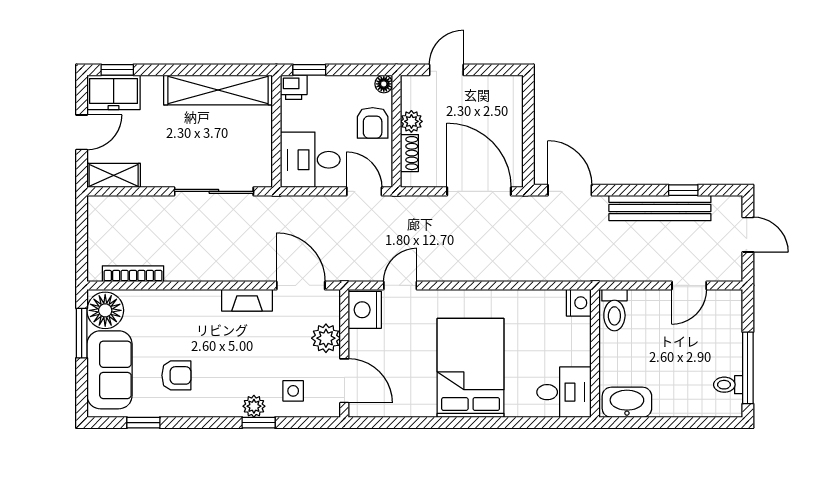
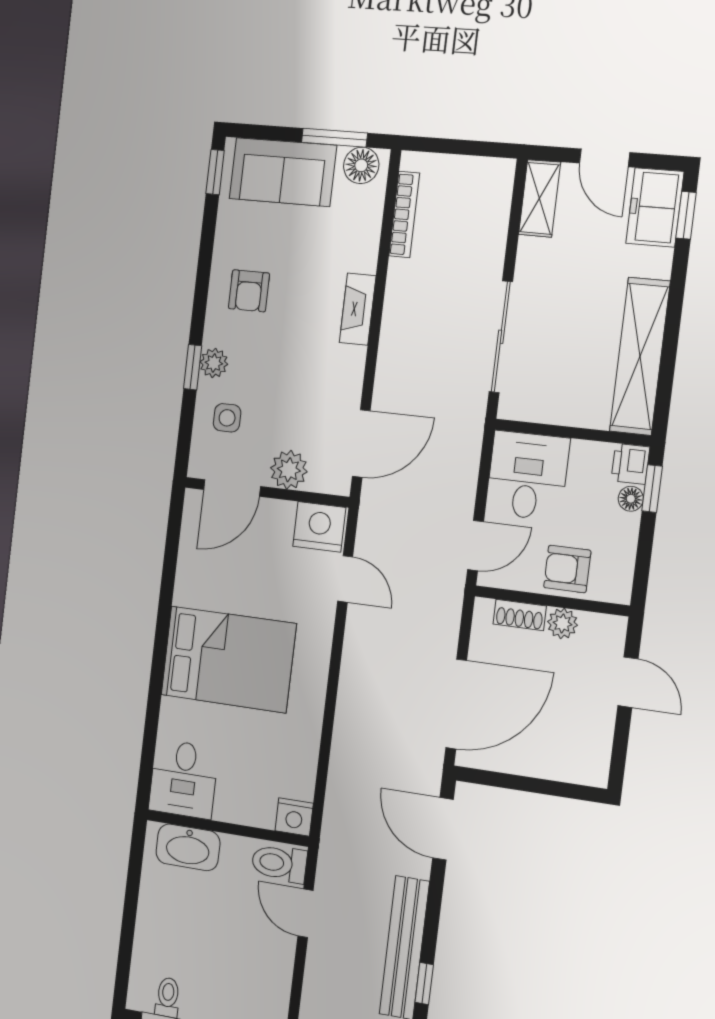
floor lamp: (384, 84) -> (631, 499), moved
door: (570, 190) -> (443, 829), swing flipped
door: (689, 285) -> (306, 913), moved
fireplace: (247, 300) -> (358, 309), moved
floor lamp: (105, 310) -> (361, 165), width x0.73, depth x0.73
armchair: (176, 375) -> (249, 291), moved
washbasin: (627, 402) -> (188, 847), moved, turned 90
window: (143, 423) -> (215, 172), moved

